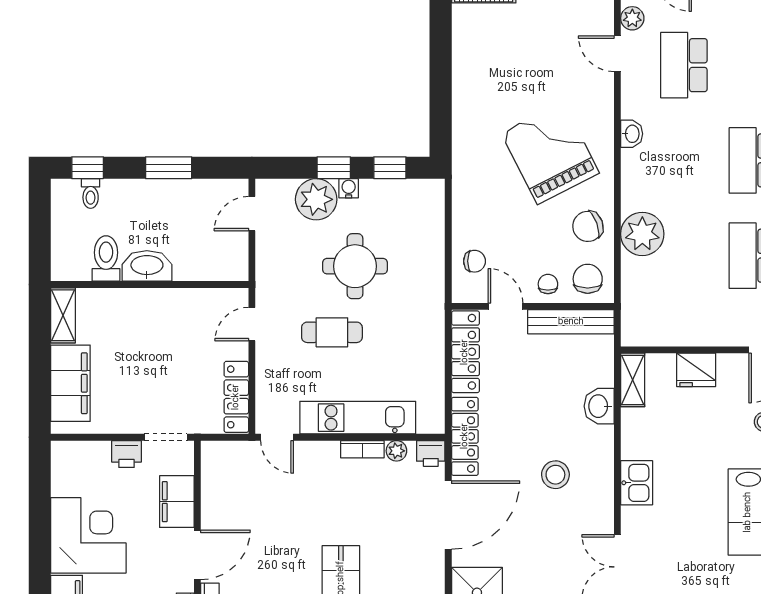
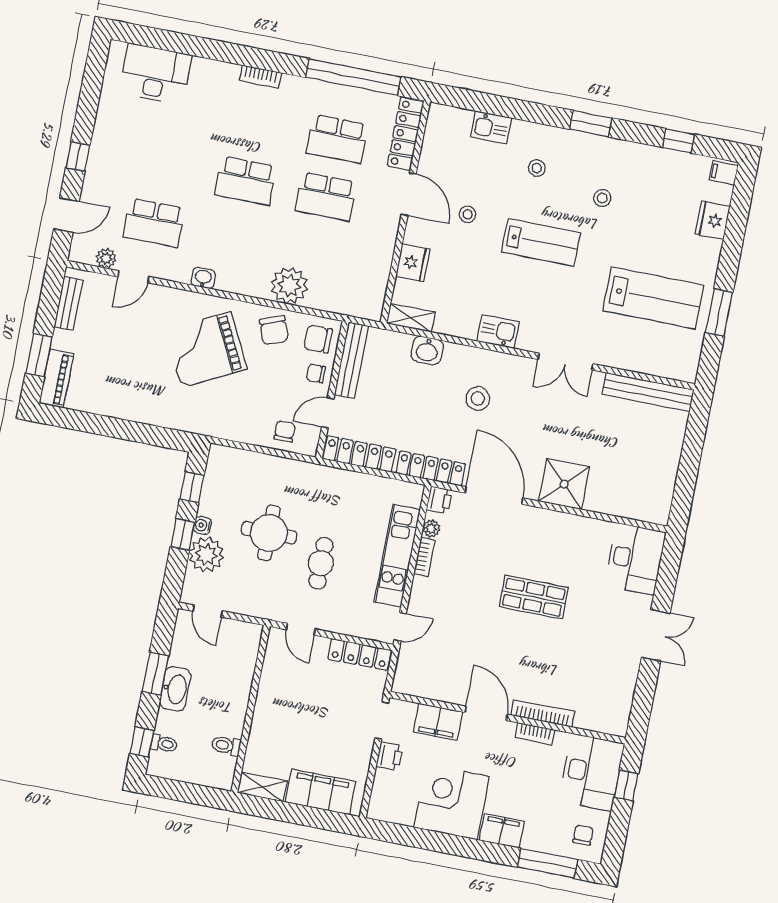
toilet: (106, 258) -> (226, 746), width x0.73, depth x0.72
washbasin: (147, 266) -> (175, 689), moved, turned 180

